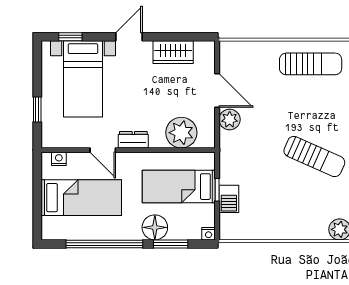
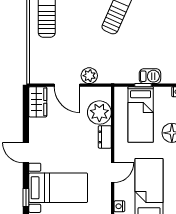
wardrobe: (173, 52) -> (38, 102), moved
door: (217, 90) -> (67, 85), swing flipped
dresser: (133, 140) -> (105, 137), moved

